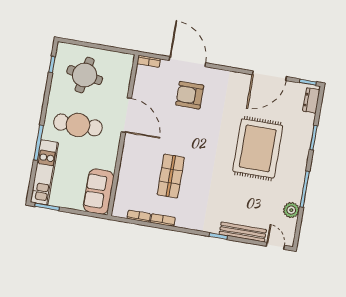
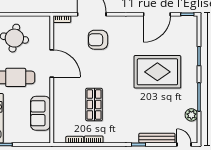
dresser: (311, 101) -> (192, 28), removed
rug: (258, 148) -> (157, 72), turned 90
sofa: (99, 192) -> (40, 113), moved

